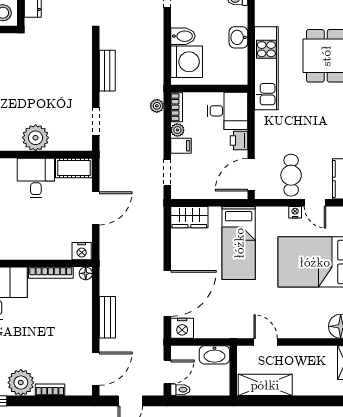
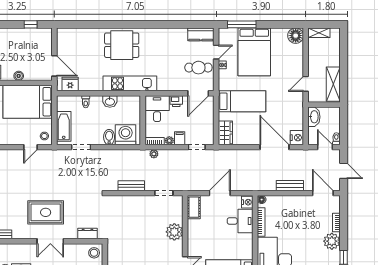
door: (251, 175) -> (198, 93), hinge flipped
desk: (36, 178) -> (240, 221), moved, turned 180
door: (96, 208) -> (220, 193), hinge flipped

